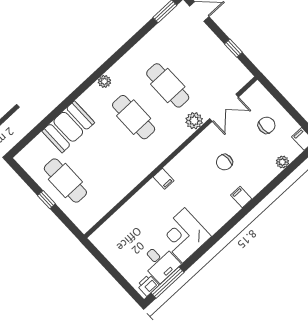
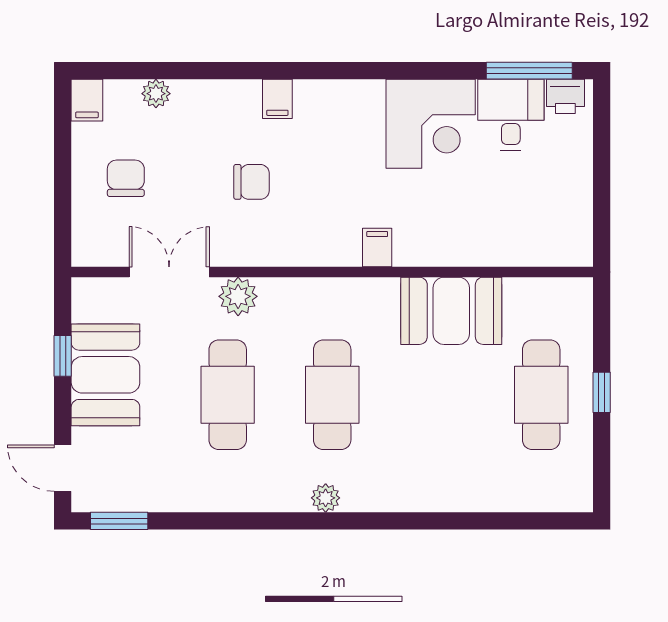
booth: (214, 55) -> (105, 375), added
chair: (267, 125) -> (126, 178), turned 90
booth: (68, 127) -> (451, 311), moved

